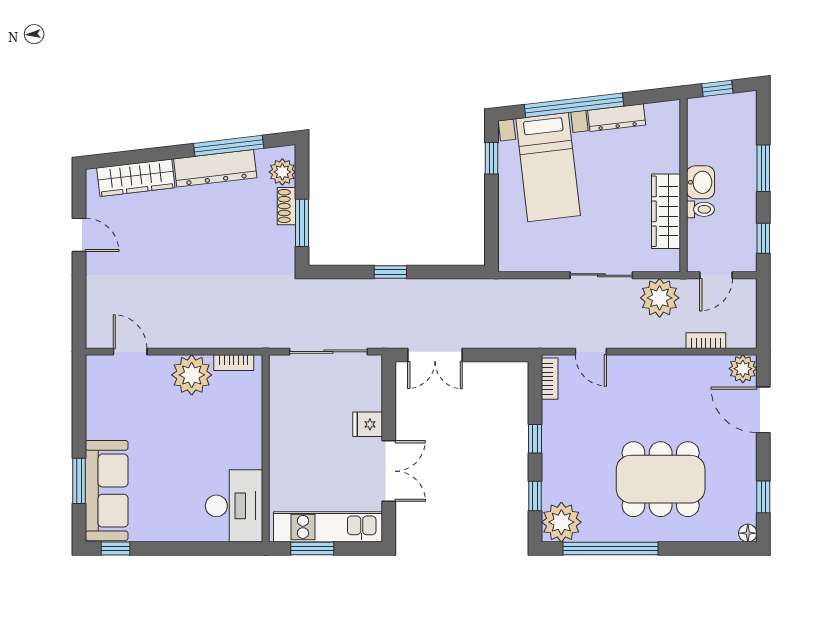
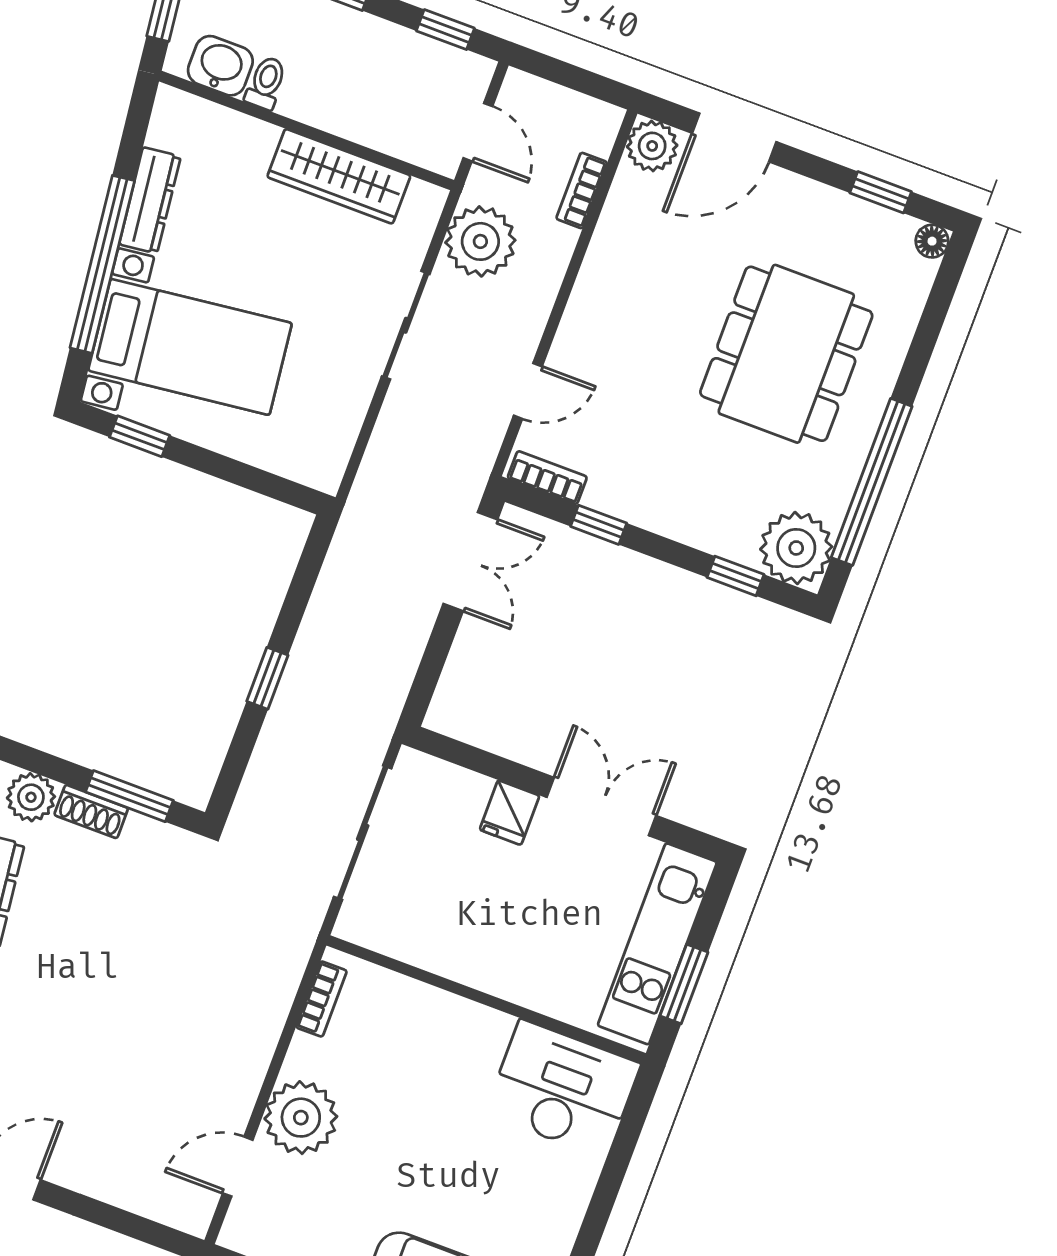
washbasin: (701, 182) -> (220, 66), moved
toilet: (700, 209) -> (266, 83), moved
double door: (435, 355) -> (470, 562), moved
plant: (192, 375) -> (301, 1118), moved
window: (535, 439) -> (599, 525), moved

